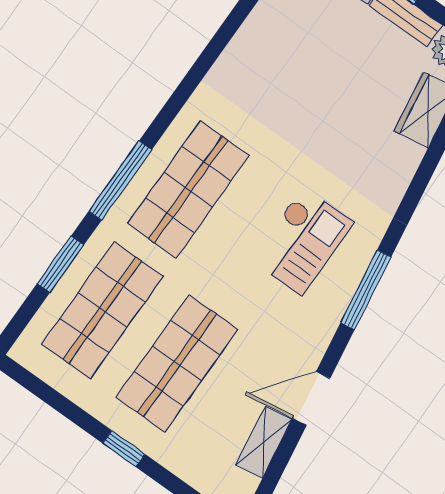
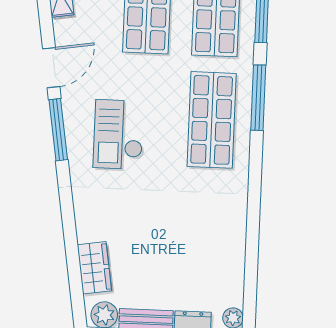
door: (311, 398) -> (51, 68), moved

